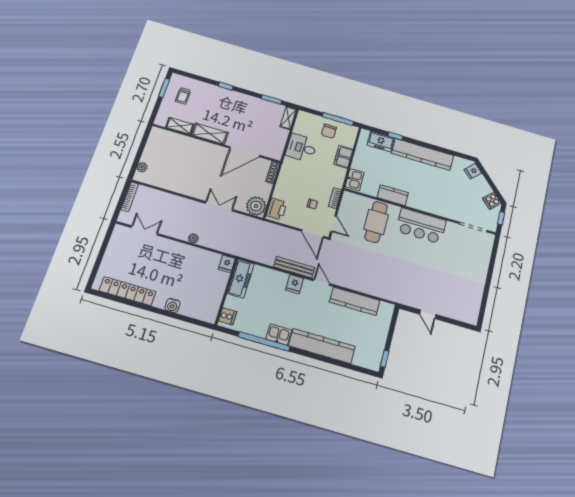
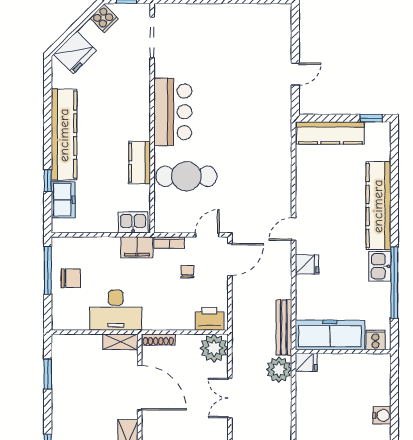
shelving: (288, 118) -> (120, 342), moved
desk: (301, 148) -> (116, 310), width x1.37
filing cabinet: (343, 157) -> (137, 247), moved
fridge: (473, 171) -> (75, 52), width x1.88, depth x1.34
plant: (193, 238) -> (279, 370), moved, width x1.88, depth x1.88
bench: (294, 267) -> (284, 327), moved
freezer: (241, 279) -> (330, 335), width x1.36, depth x1.26
kitchen counter: (355, 301) -> (330, 133), moved, turned 90

